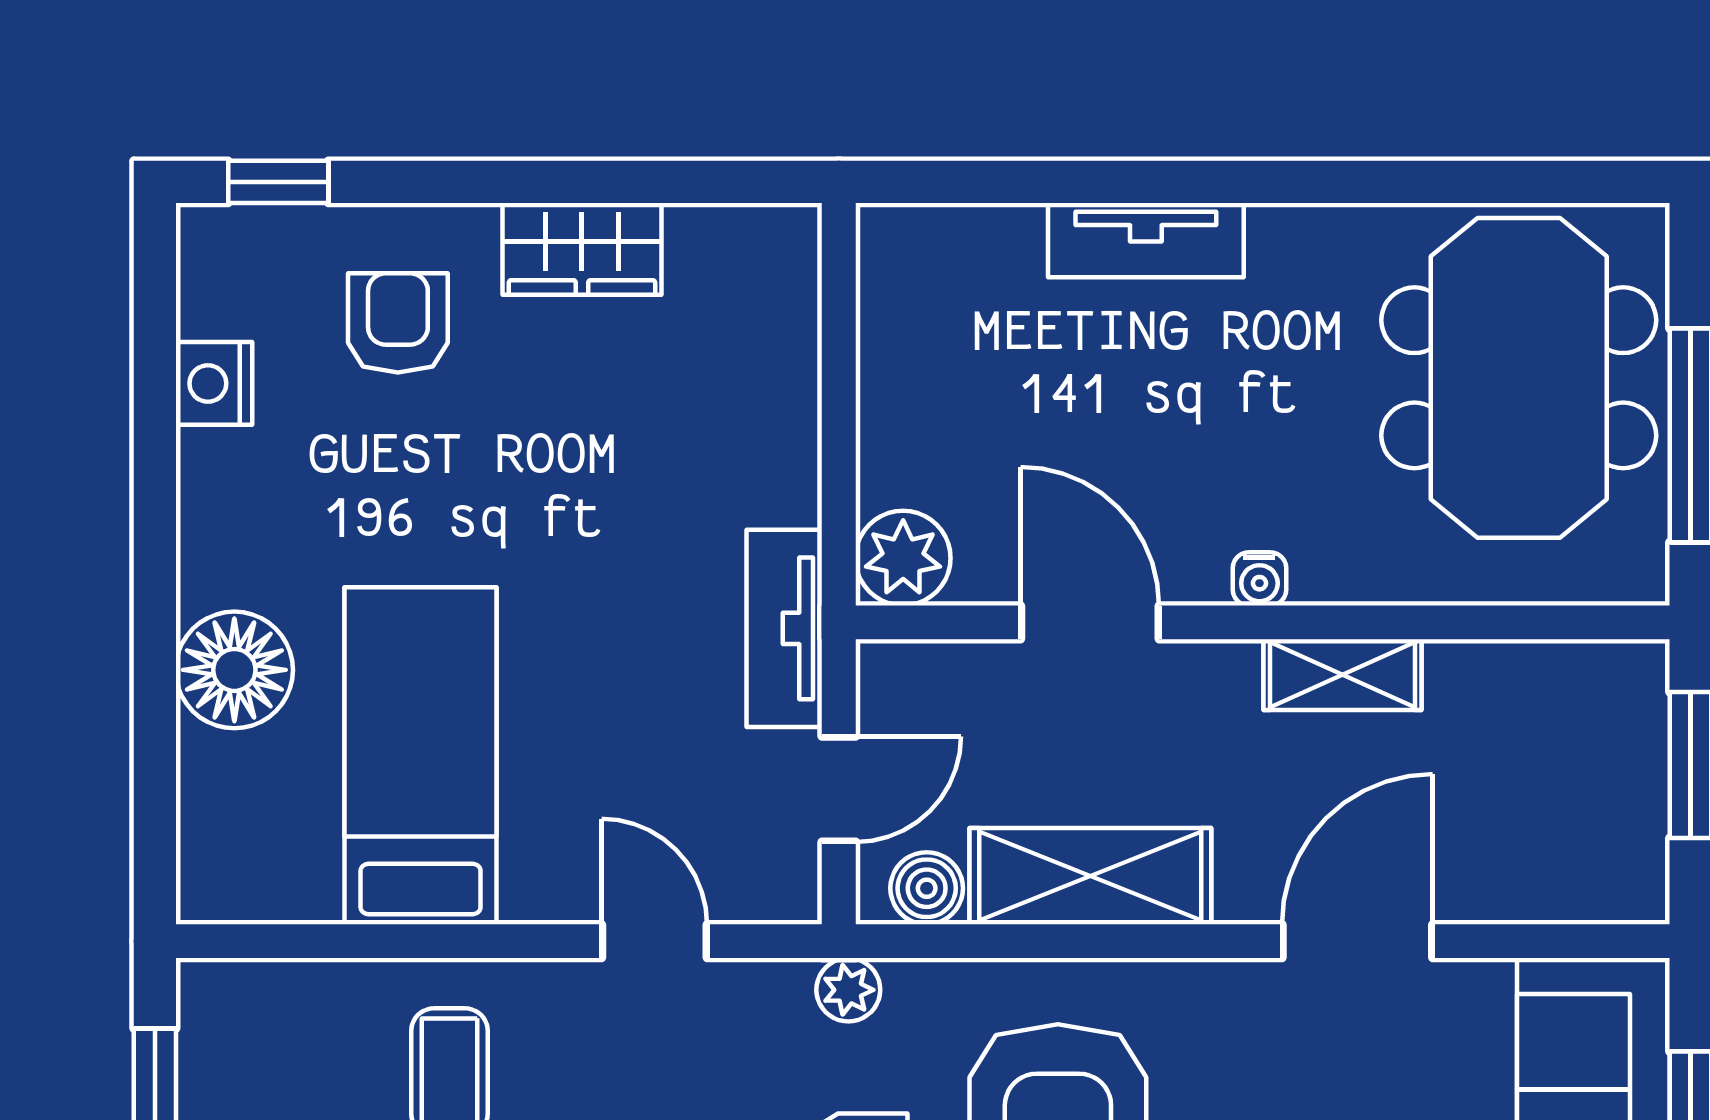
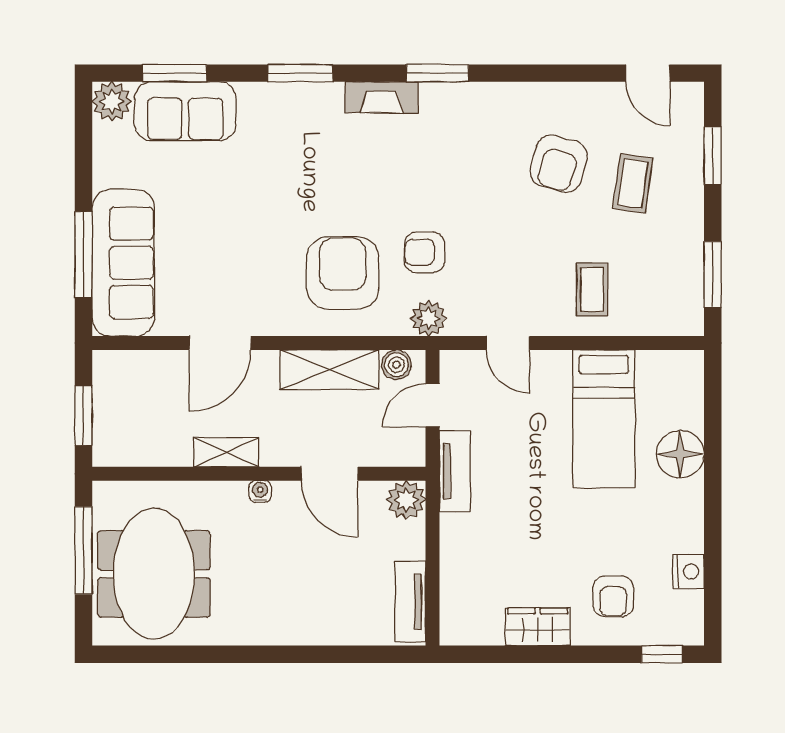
tv unit: (1146, 240) -> (410, 602), moved, turned -90
plant: (848, 990) -> (429, 318), width x1.38, depth x1.38

